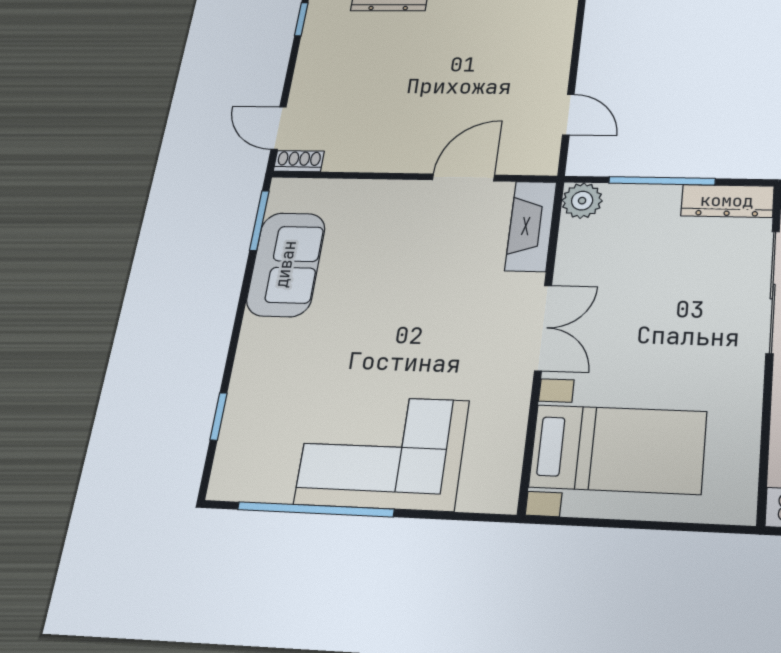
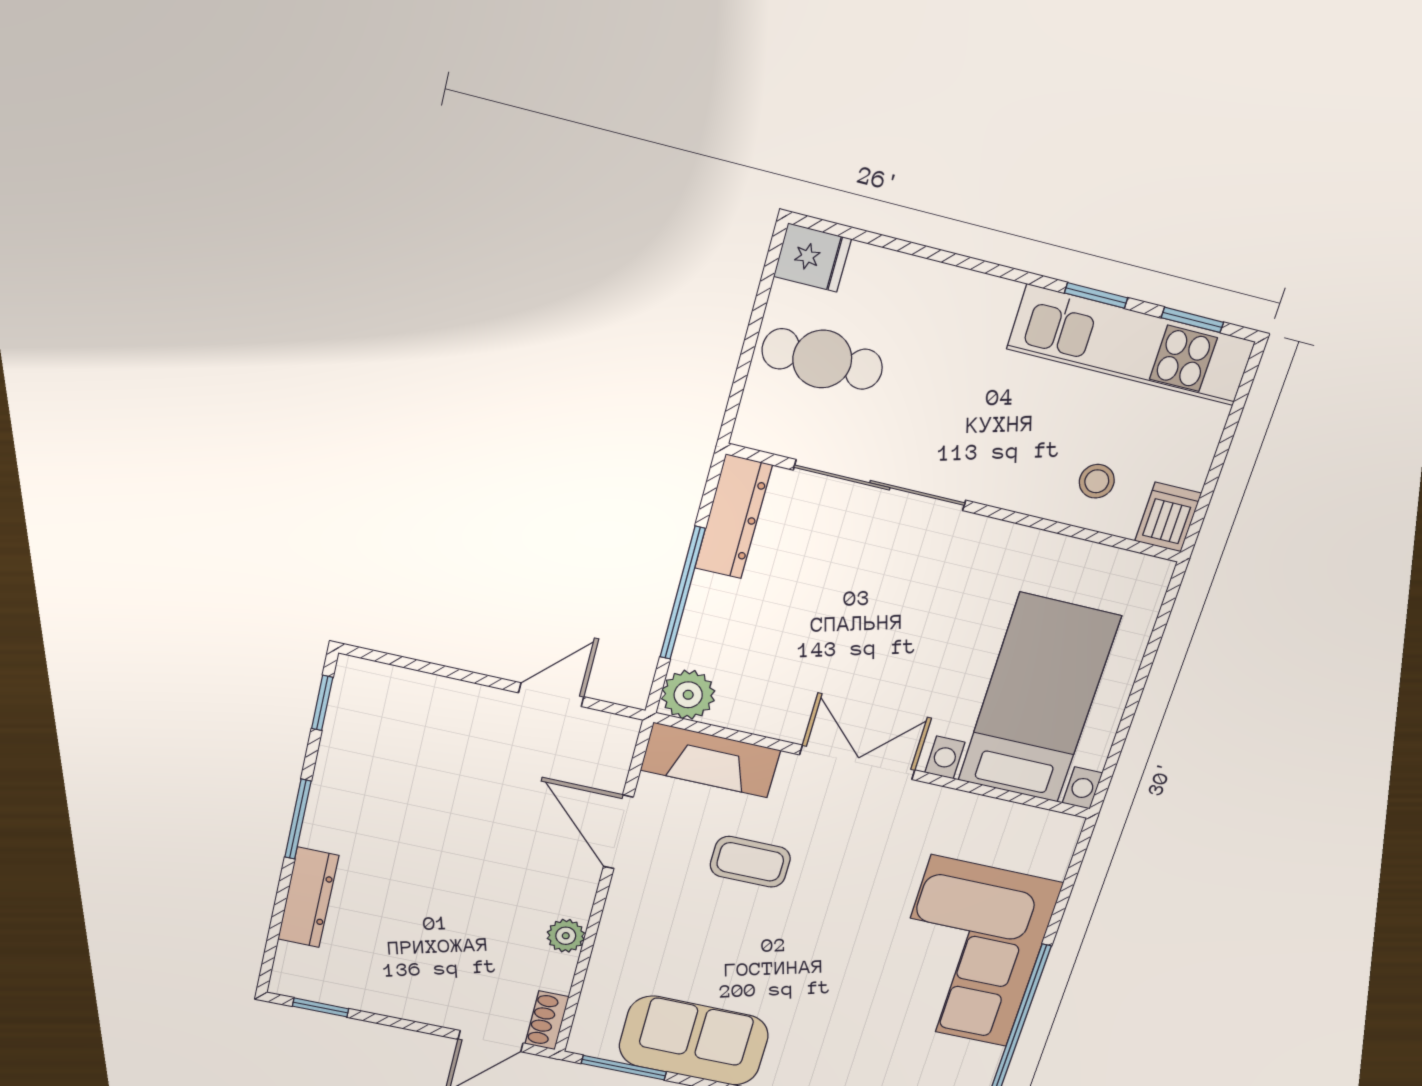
plant: (373, 160) -> (566, 936), added
coffee table: (448, 271) -> (750, 862), added

